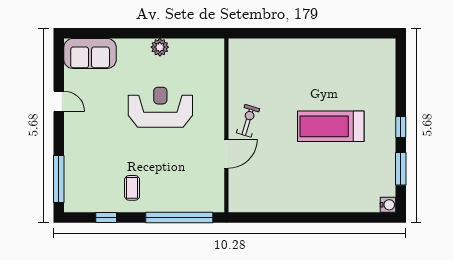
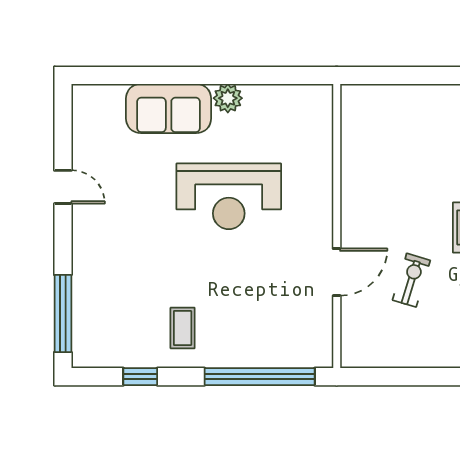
sofa: (90, 53) -> (169, 108), moved
reception desk: (160, 107) -> (229, 196), turned 180
exercise bike: (248, 121) -> (411, 280), moved

